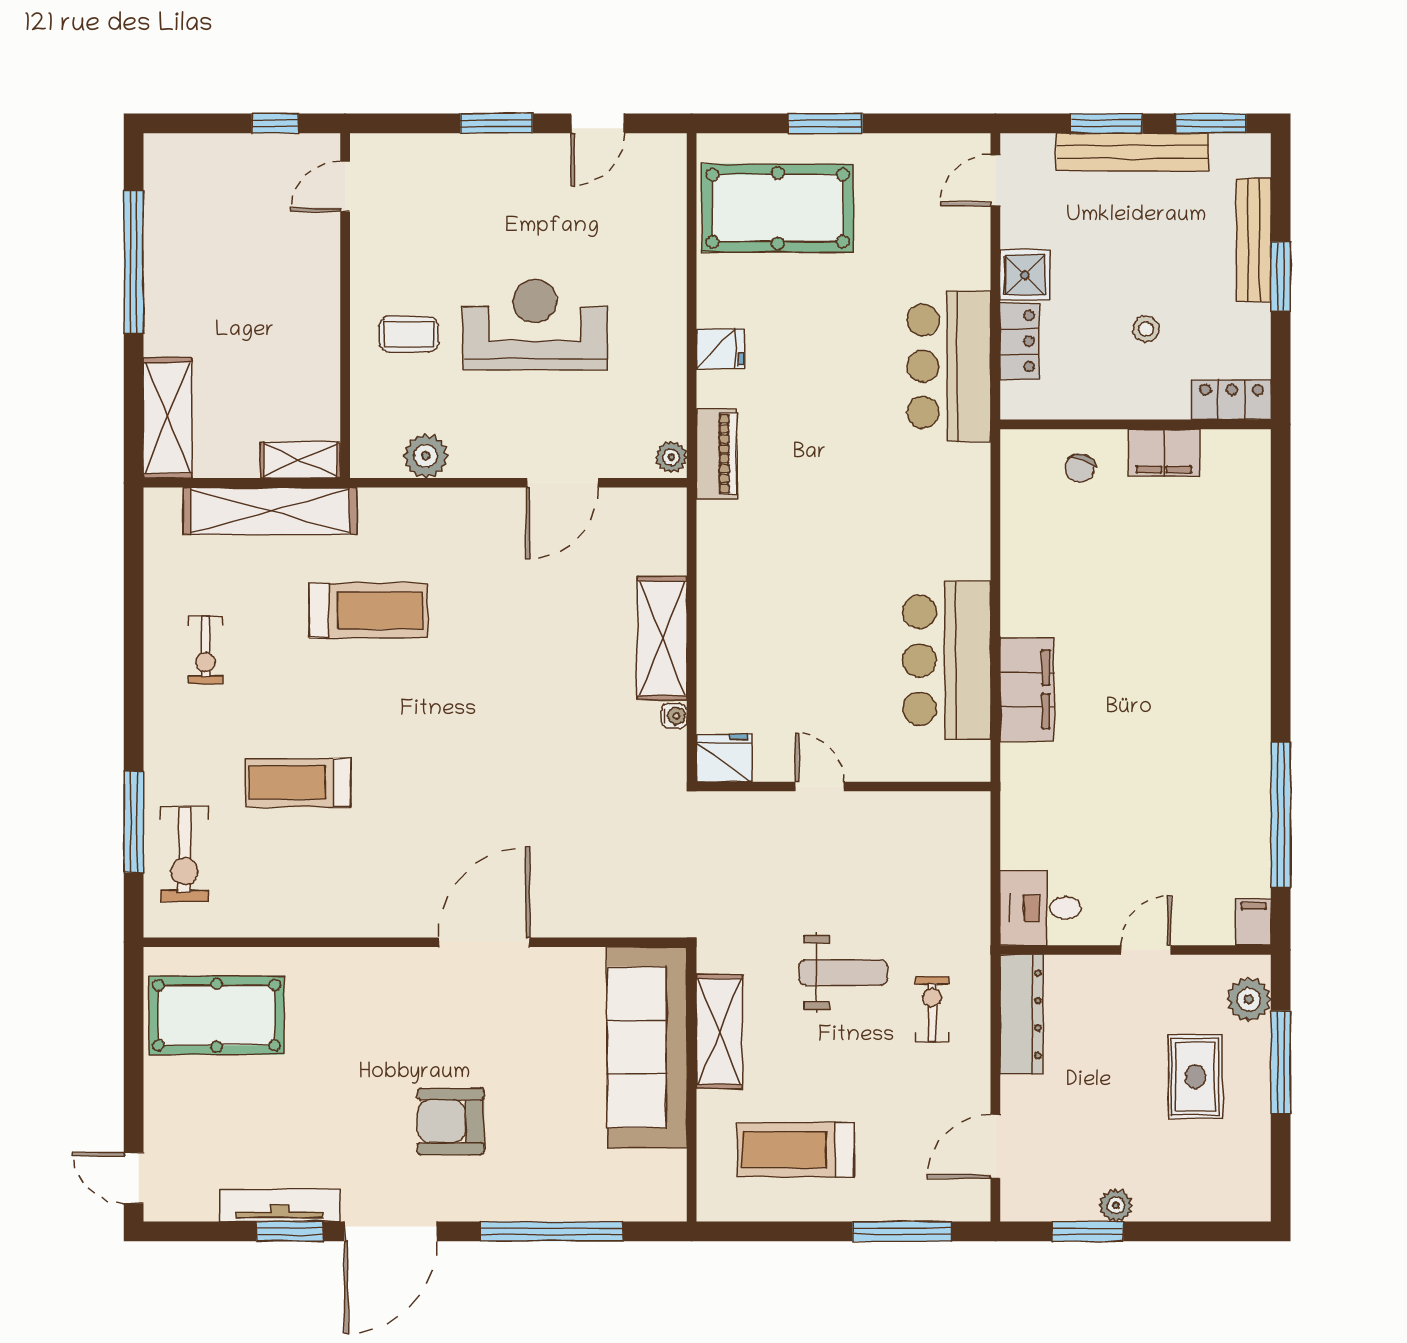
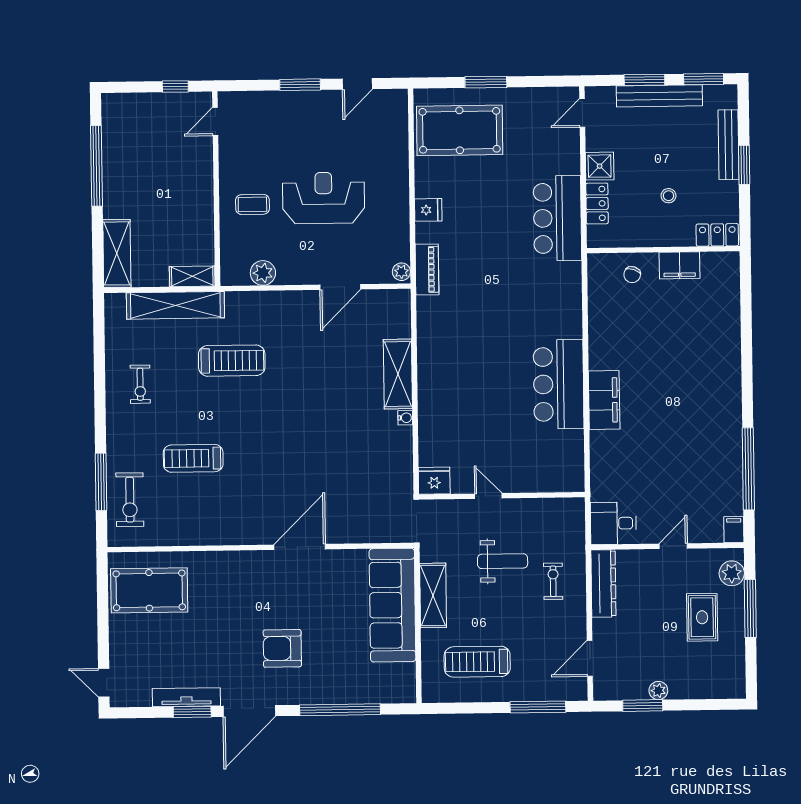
fridge: (724, 758) -> (434, 481), moved
door: (820, 786) -> (488, 496), moved
wall: (843, 786) -> (502, 496), moved

